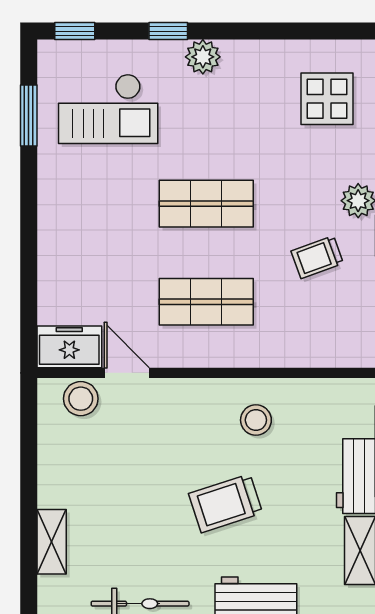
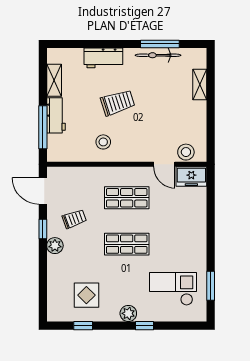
window: (75, 31) -> (83, 326), moved
display table: (327, 99) -> (86, 295), moved

